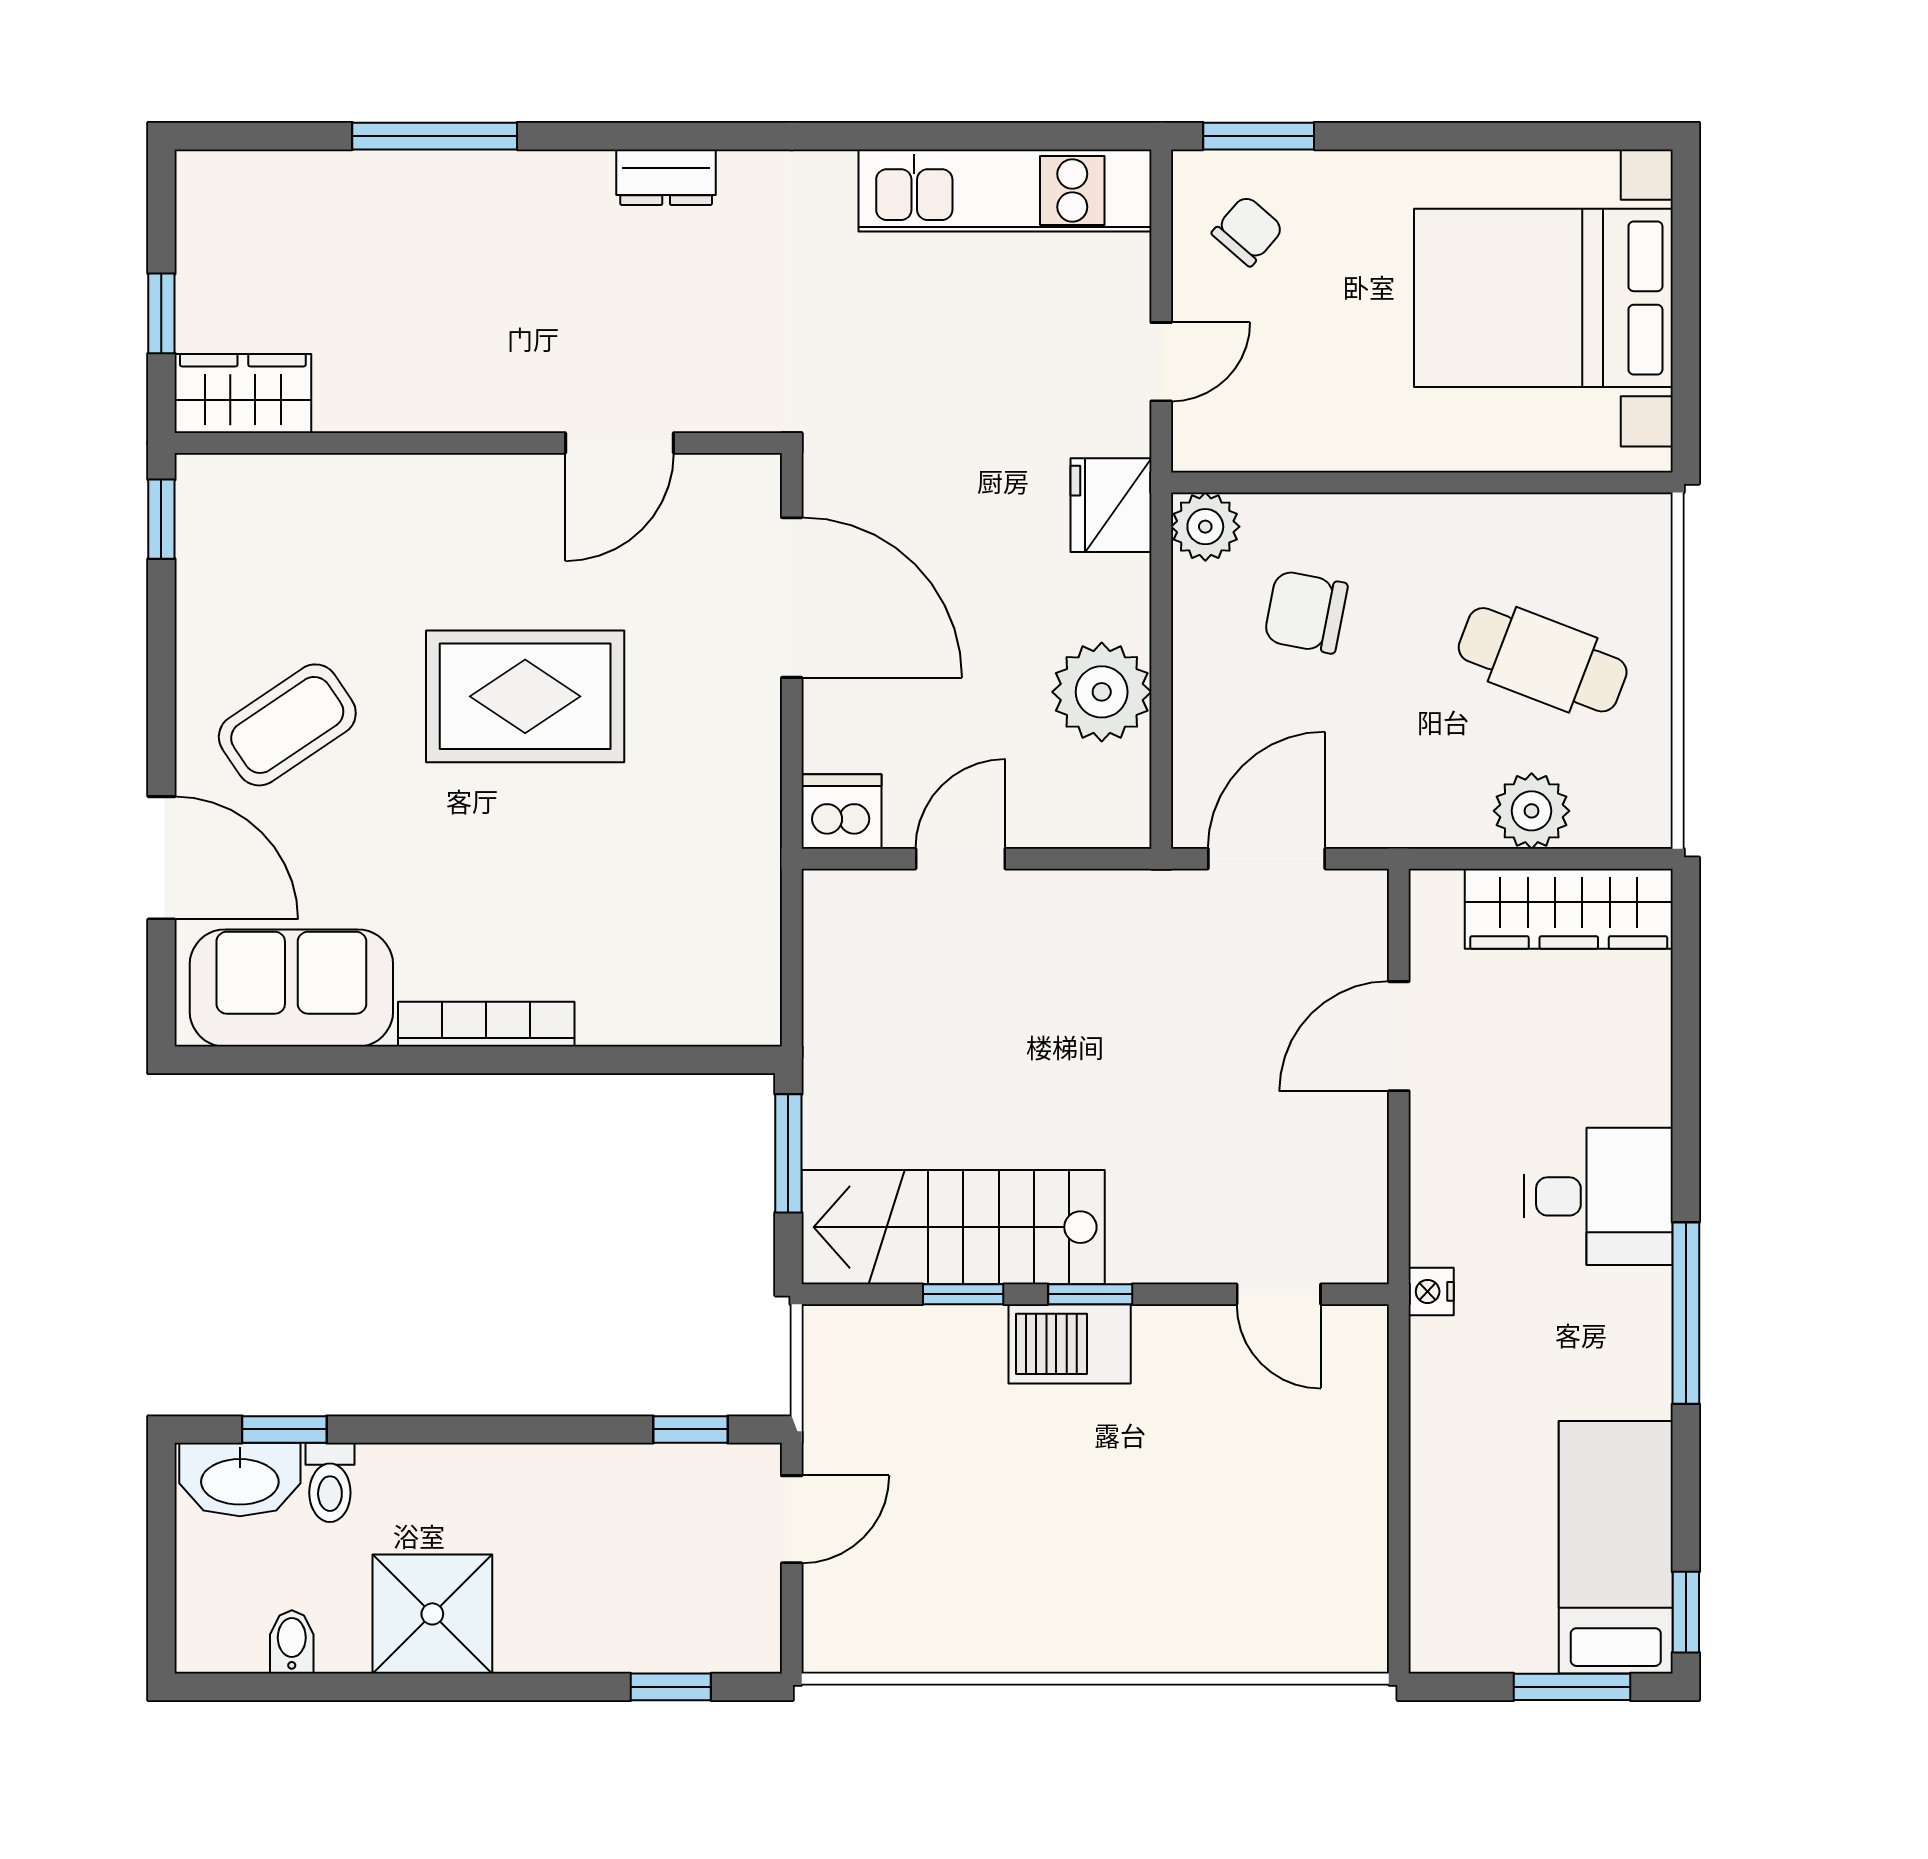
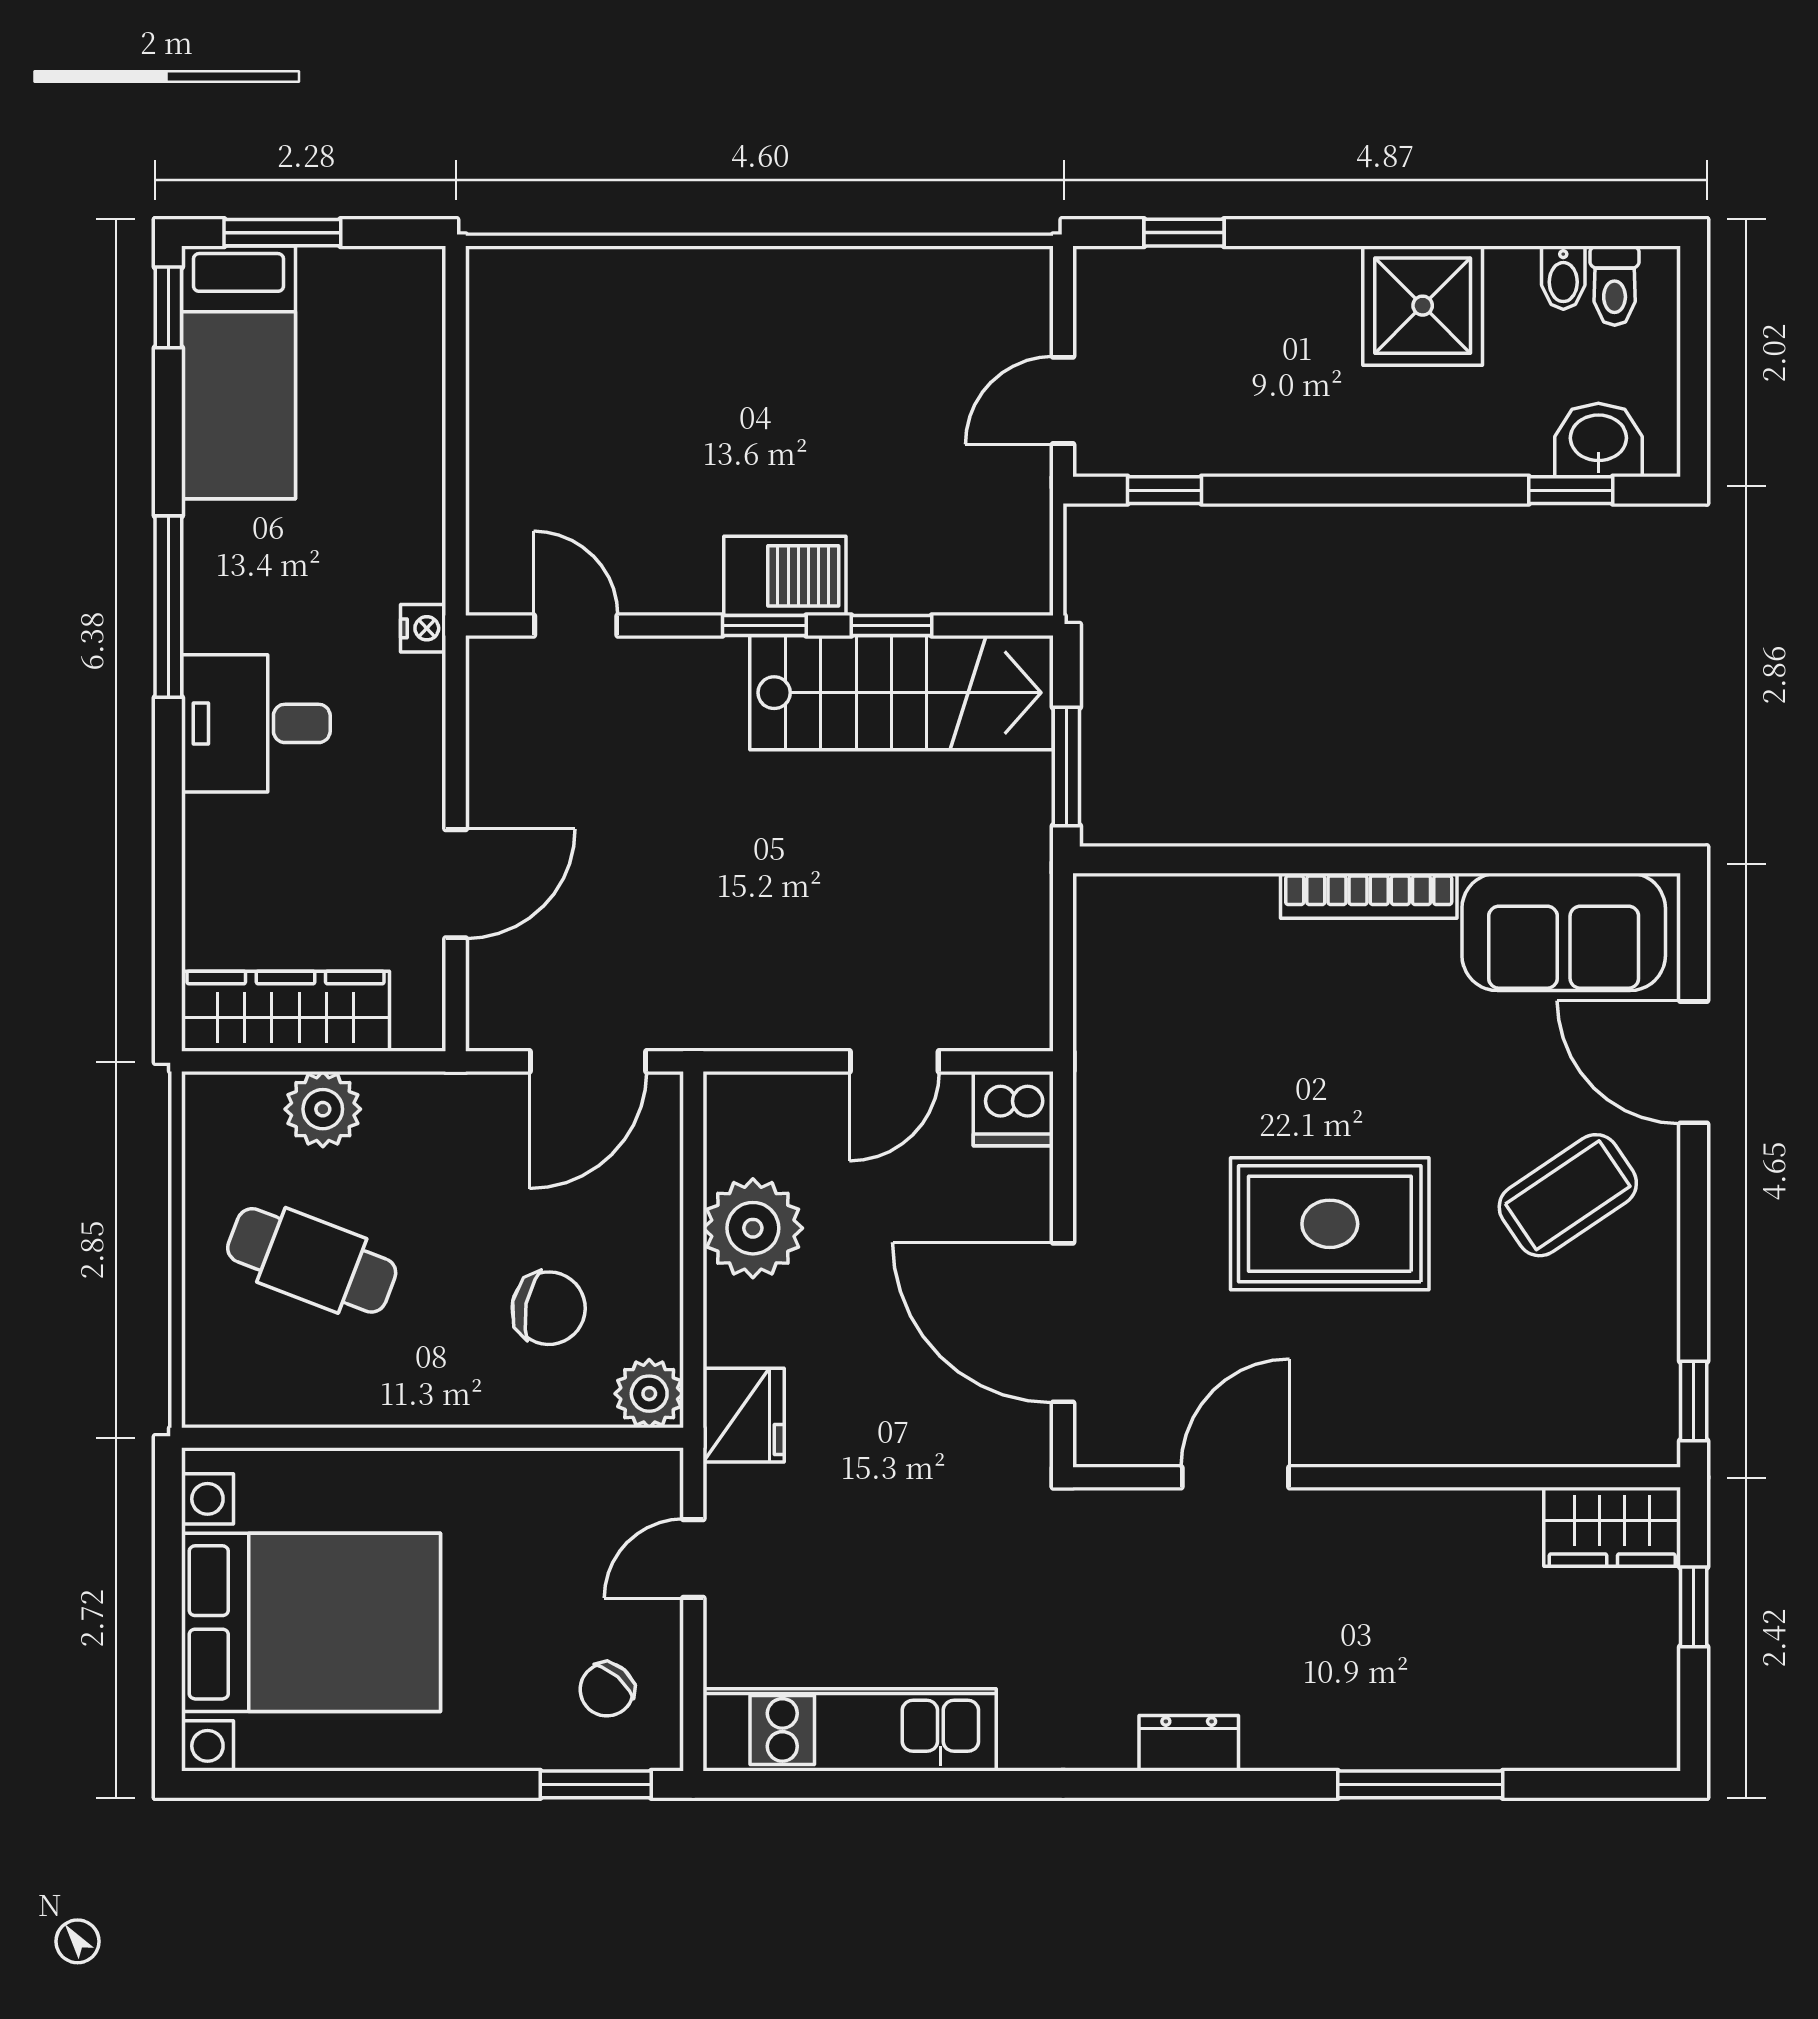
washbasin: (240, 1480) -> (1598, 440), width x0.72
toilet: (330, 1482) -> (1615, 286), moved, turned 180

